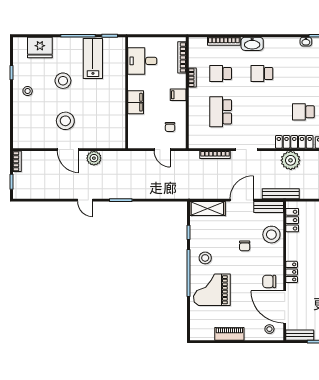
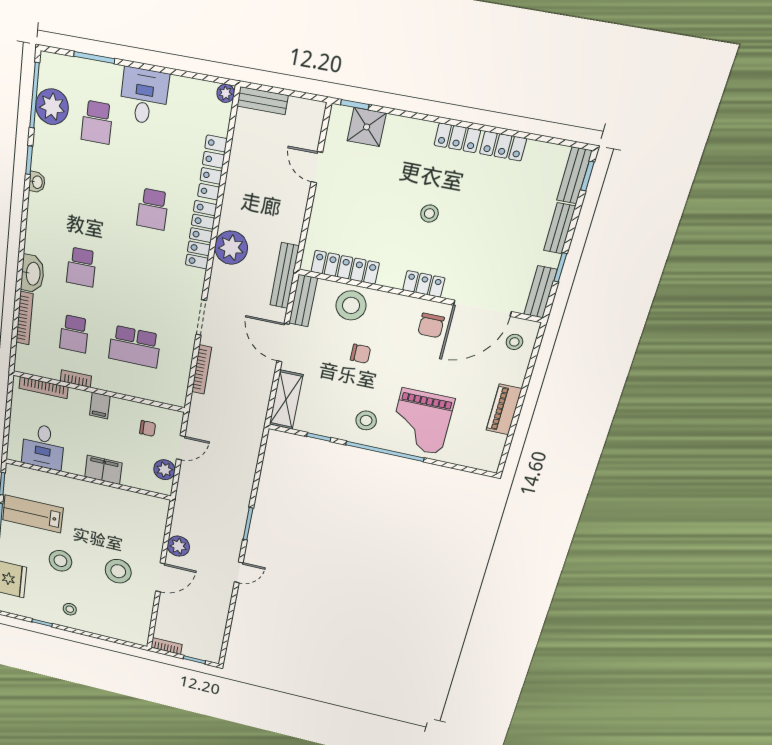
plant: (145, 141) -> (164, 470), added
locker: (292, 220) -> (345, 267), width x1.53

